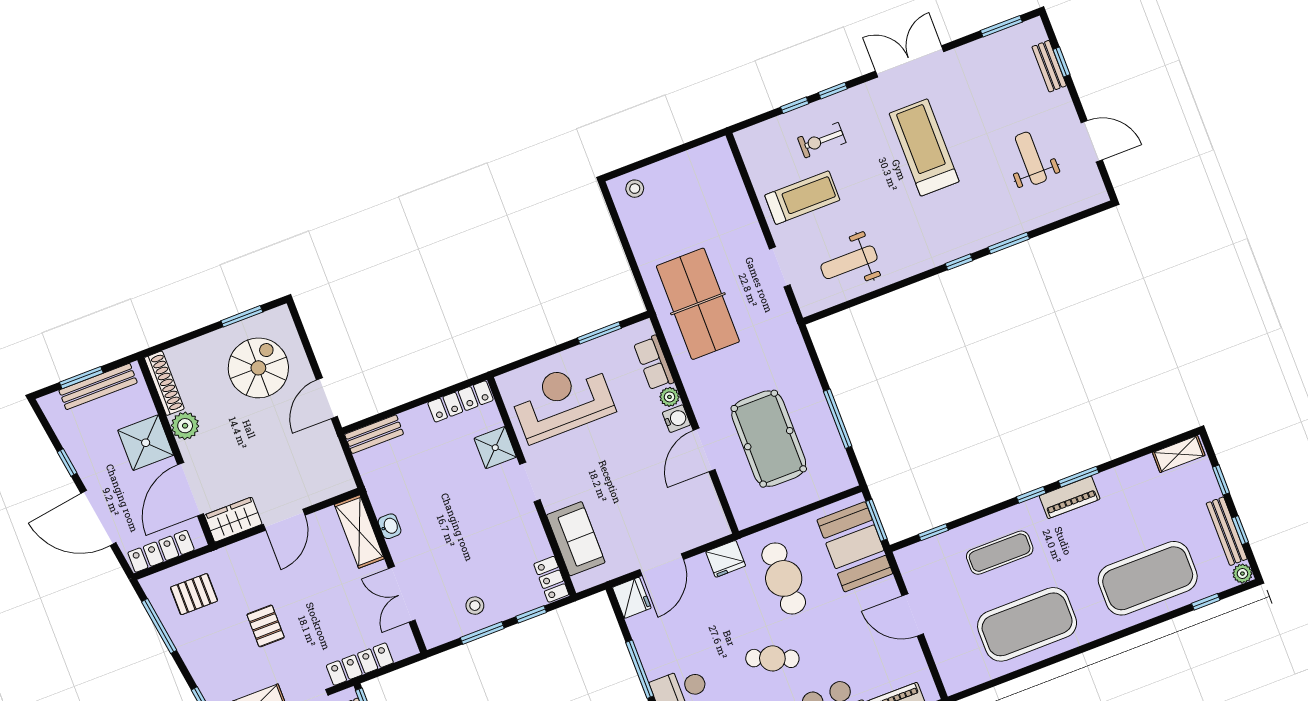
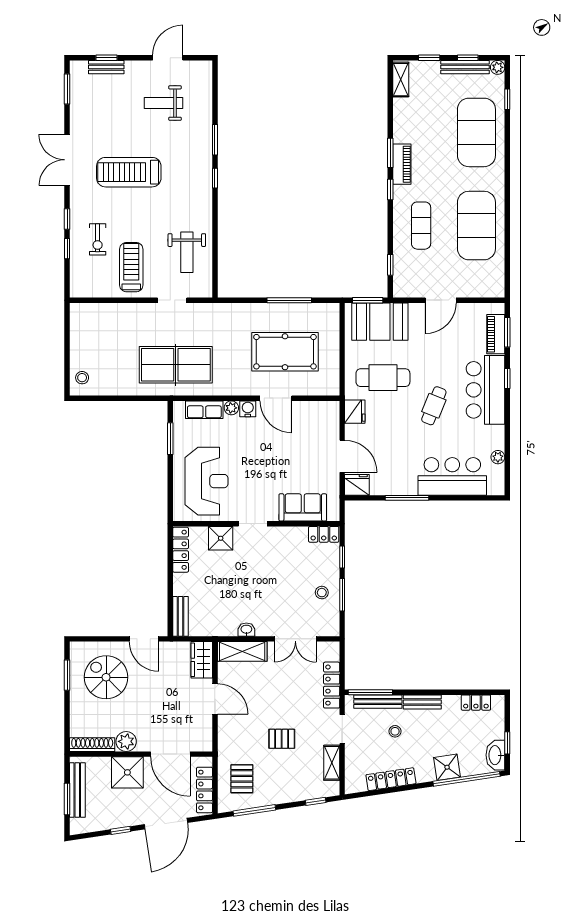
reception desk: (562, 401) -> (206, 481), turned 180
wardrobe: (233, 520) -> (202, 660), moved

